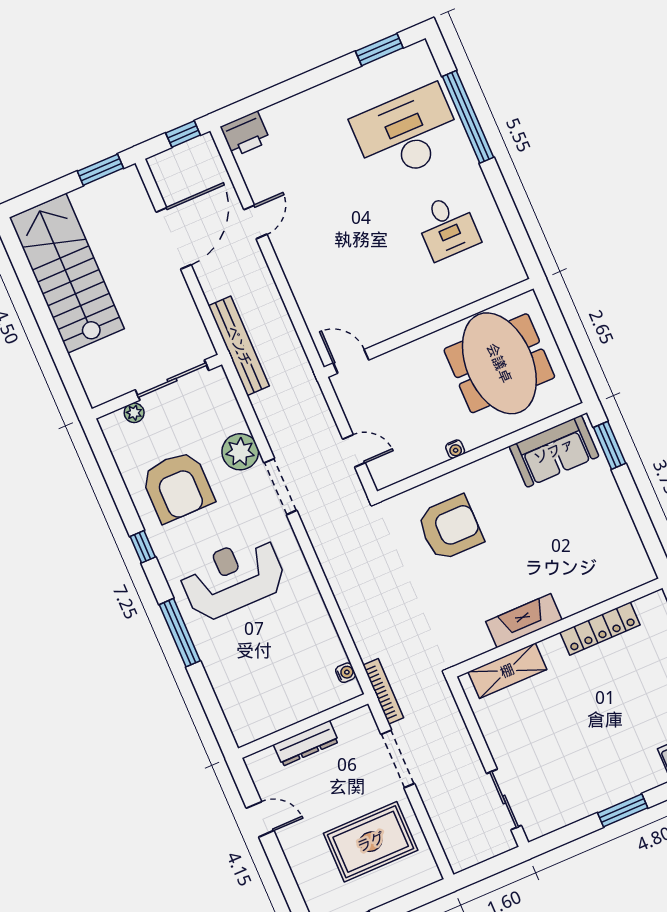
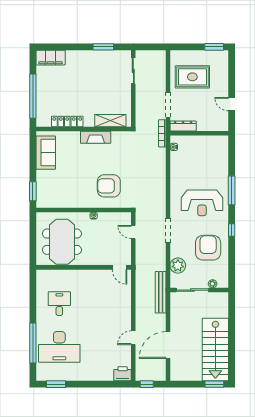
window: (100, 170) -> (214, 384), moved
sofa: (554, 451) -> (46, 153), moved, turned 90
plant: (240, 452) -> (178, 266), moved
dresser: (306, 743) -> (183, 126), moved
window: (623, 810) -> (103, 47), moved

